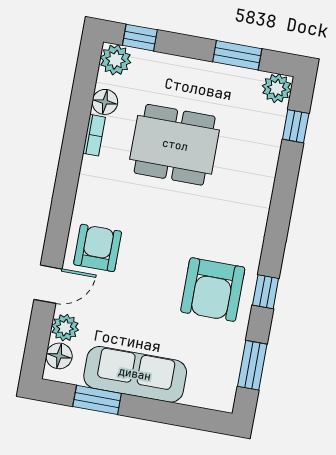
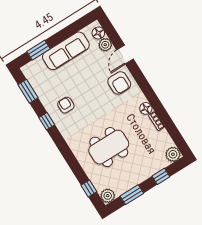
window: (140, 38) -> (161, 176), moved
floor lamp: (105, 102) -> (146, 108), moved
dining table: (175, 145) -> (109, 147), moved
armchair: (213, 290) -> (66, 105), width x0.53, depth x0.53
window: (97, 400) -> (39, 50), moved

